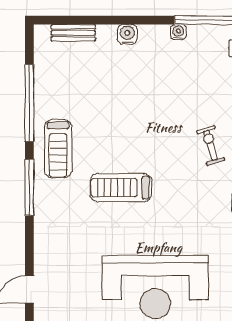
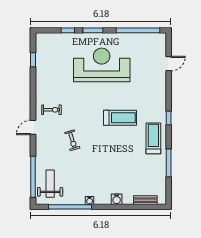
window: (29, 103) -> (169, 163), width x0.68
window: (29, 187) -> (169, 118), width x0.46

